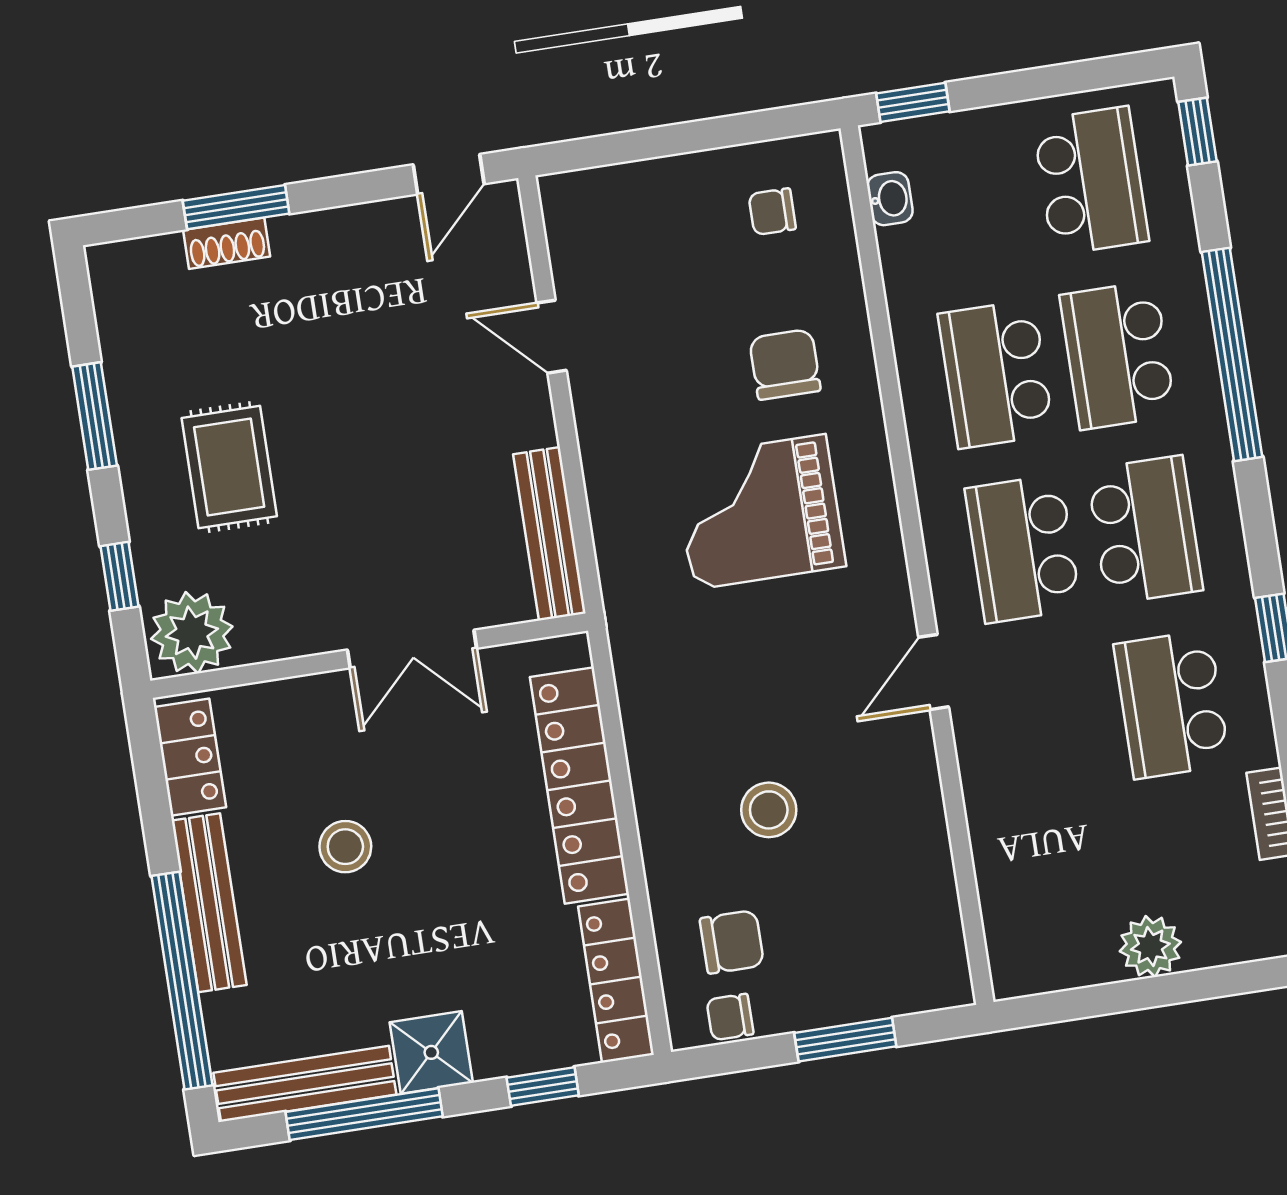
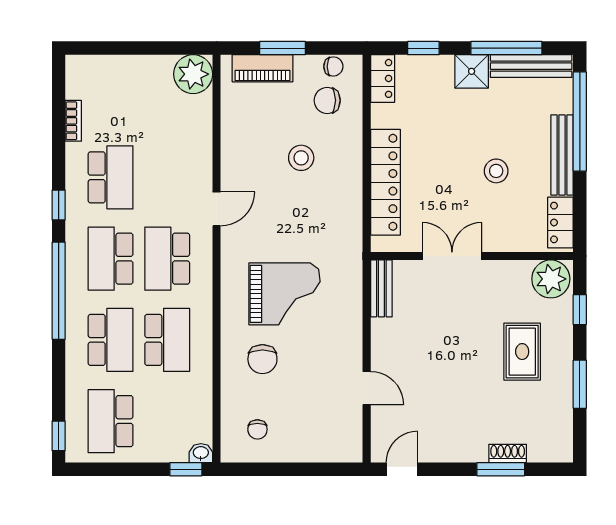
washbasin: (890, 199) -> (201, 453), moved, turned 90
chair: (772, 212) -> (257, 429), turned 90
window: (1232, 354) -> (59, 291), moved
bench: (549, 534) -> (381, 288), width x0.73
school desk: (1023, 549) -> (167, 259), turned 180
plant: (1150, 947) -> (193, 74), moved, width x1.36, depth x1.36
locker: (616, 981) -> (383, 78), width x0.66
piano: (882, 990) -> (263, 68), added

